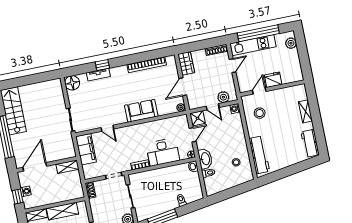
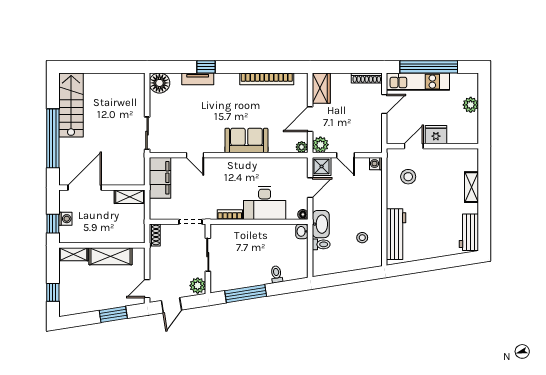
plant: (291, 43) -> (471, 105), moved
plant: (223, 97) -> (320, 145), moved

